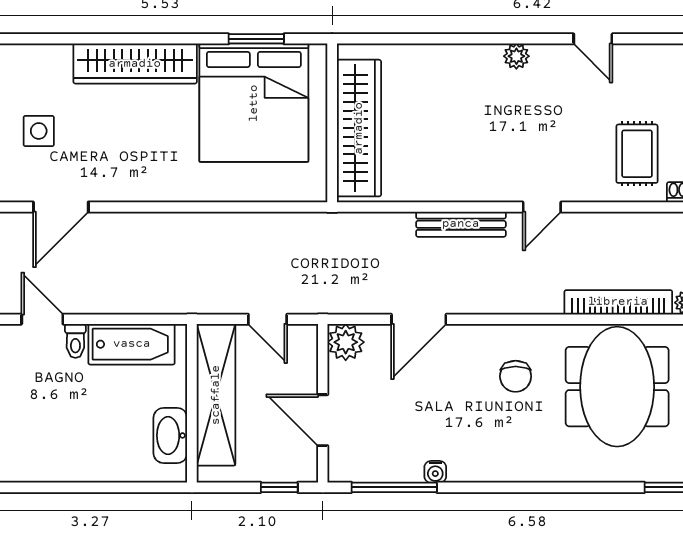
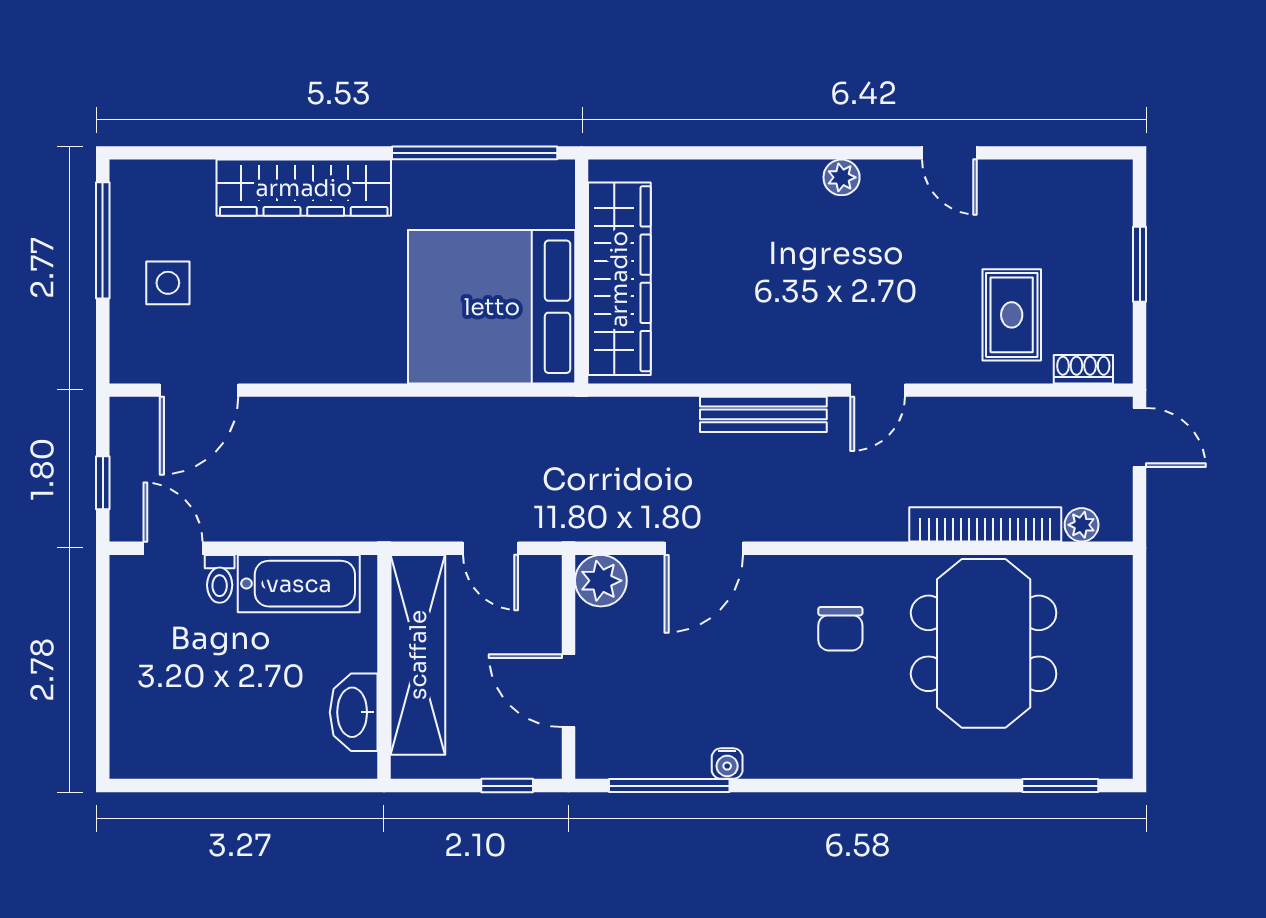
window: (256, 39) -> (475, 153), width x2.11
bed: (254, 103) -> (492, 307), moved, turned 90

